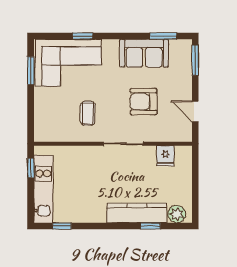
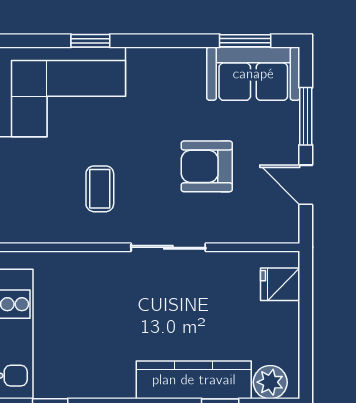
sofa: (144, 53) -> (253, 74), moved
window: (195, 60) -> (306, 116), moved
fridge: (165, 156) -> (280, 284), moved, turned 90

